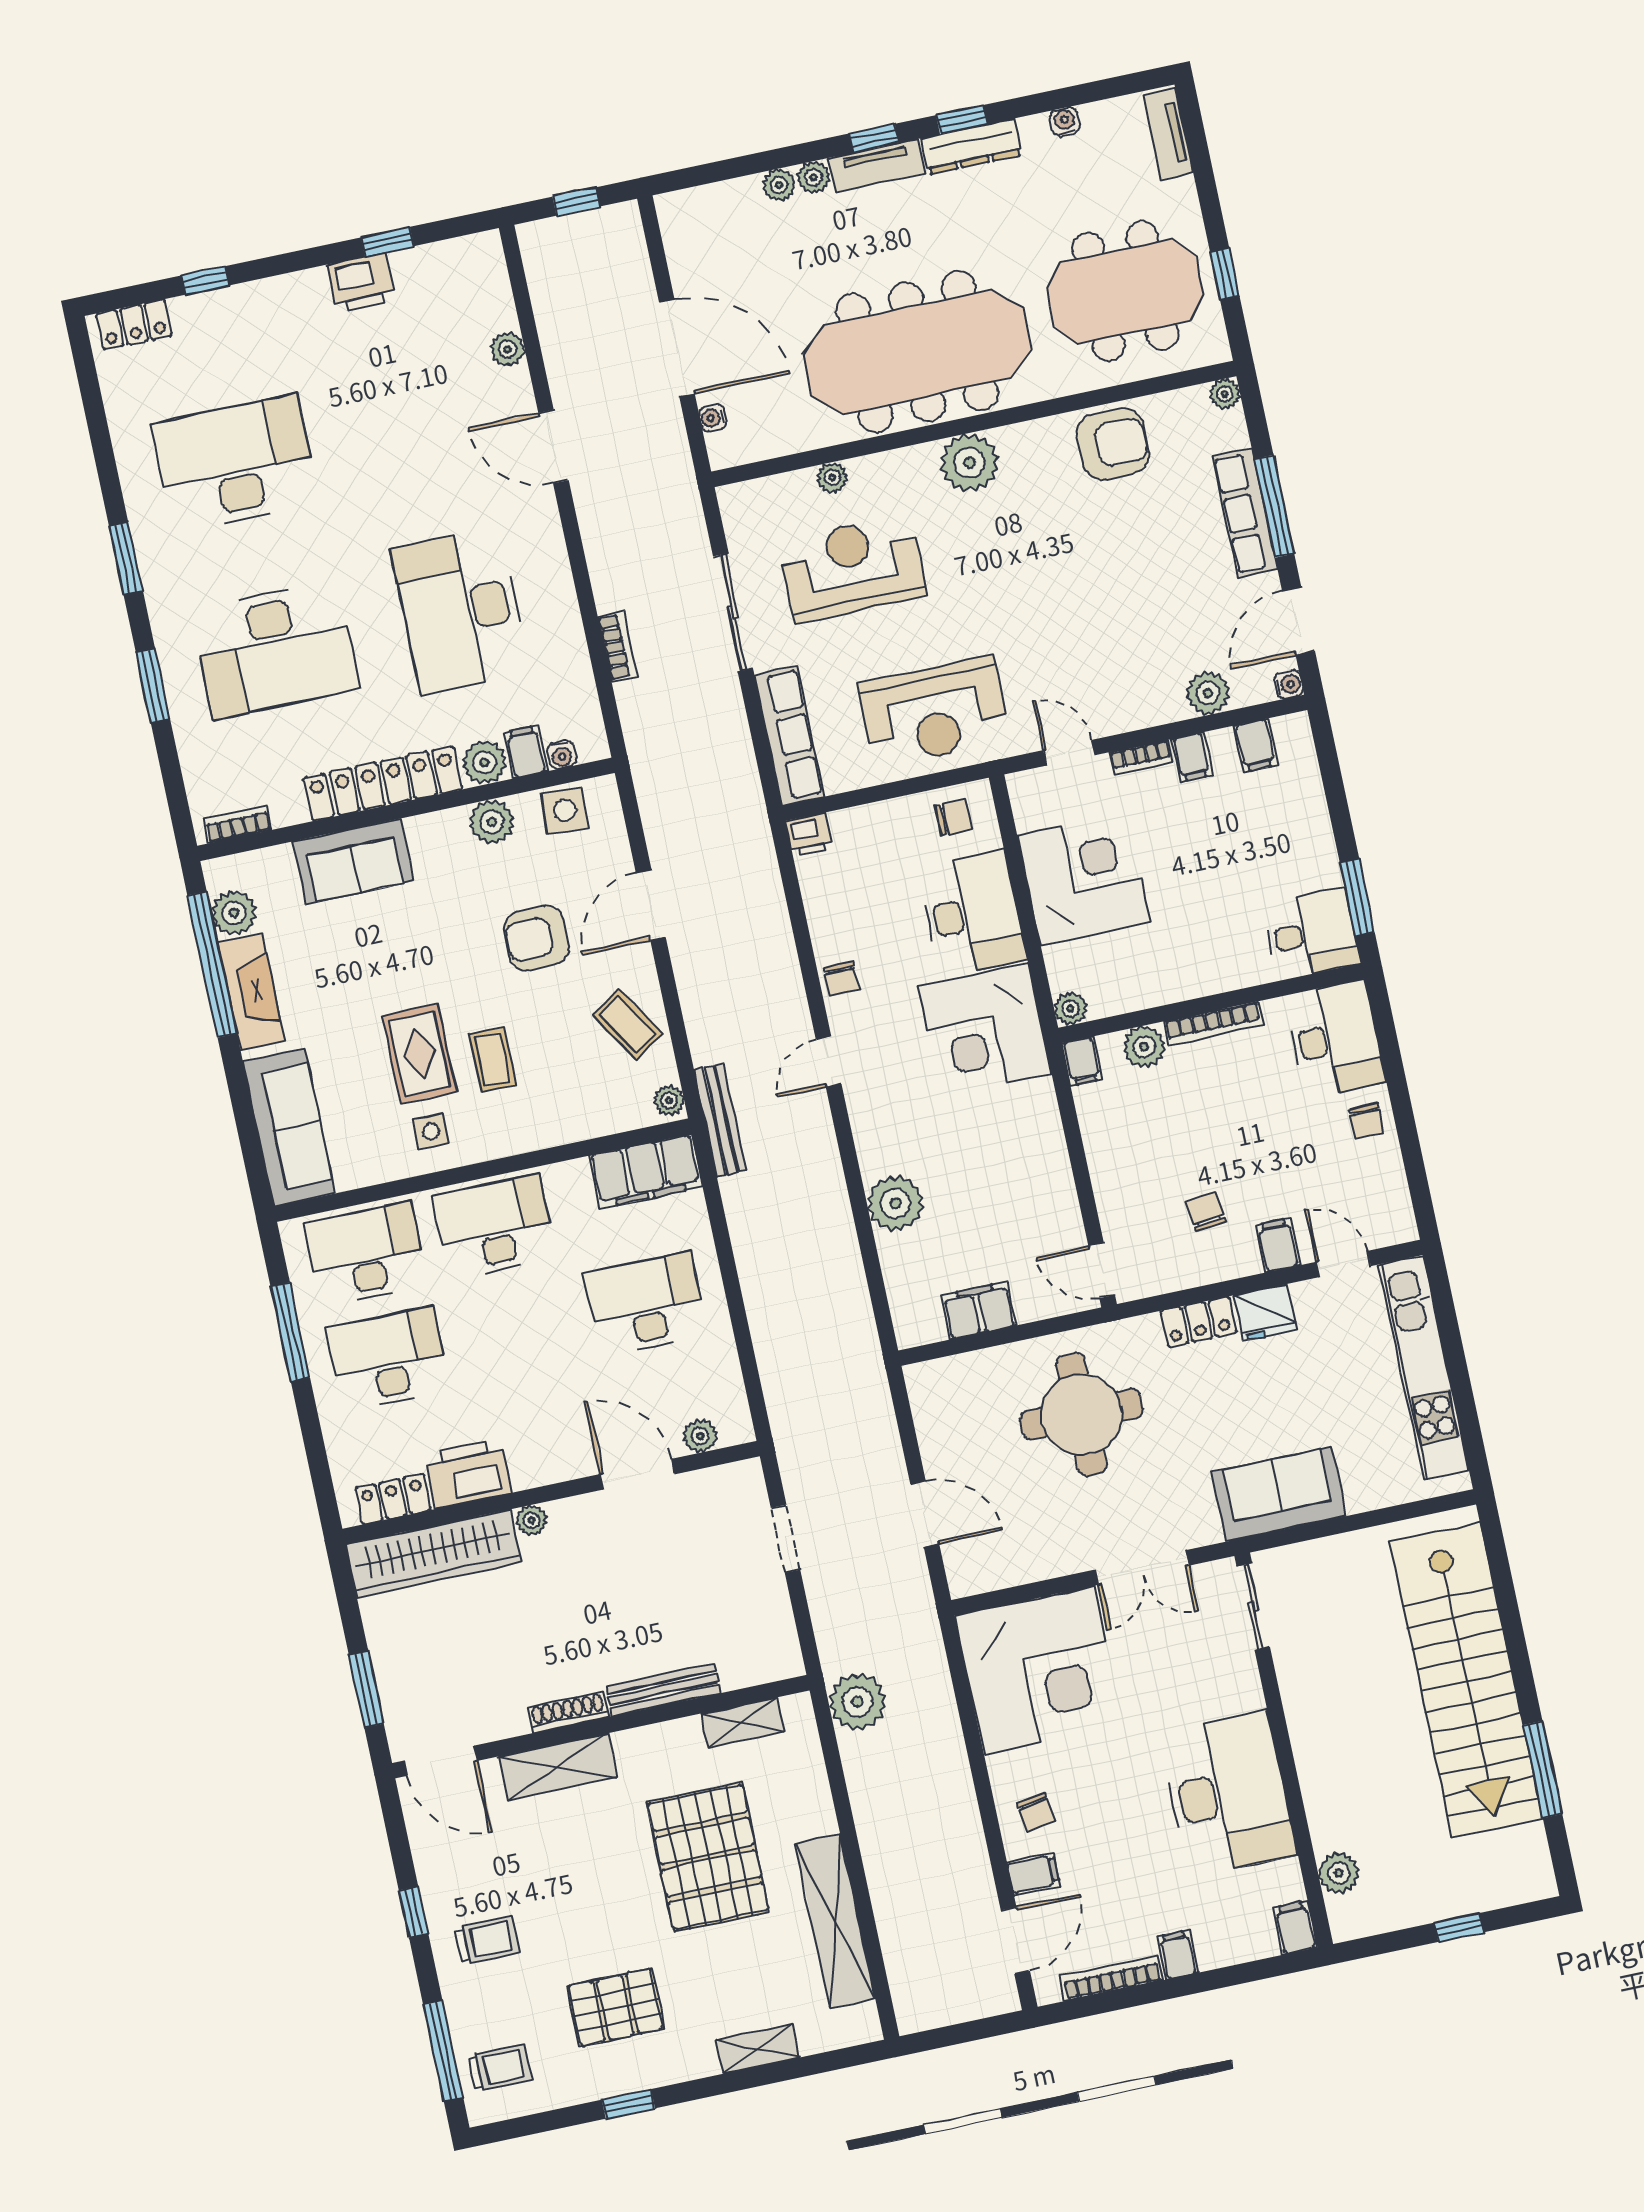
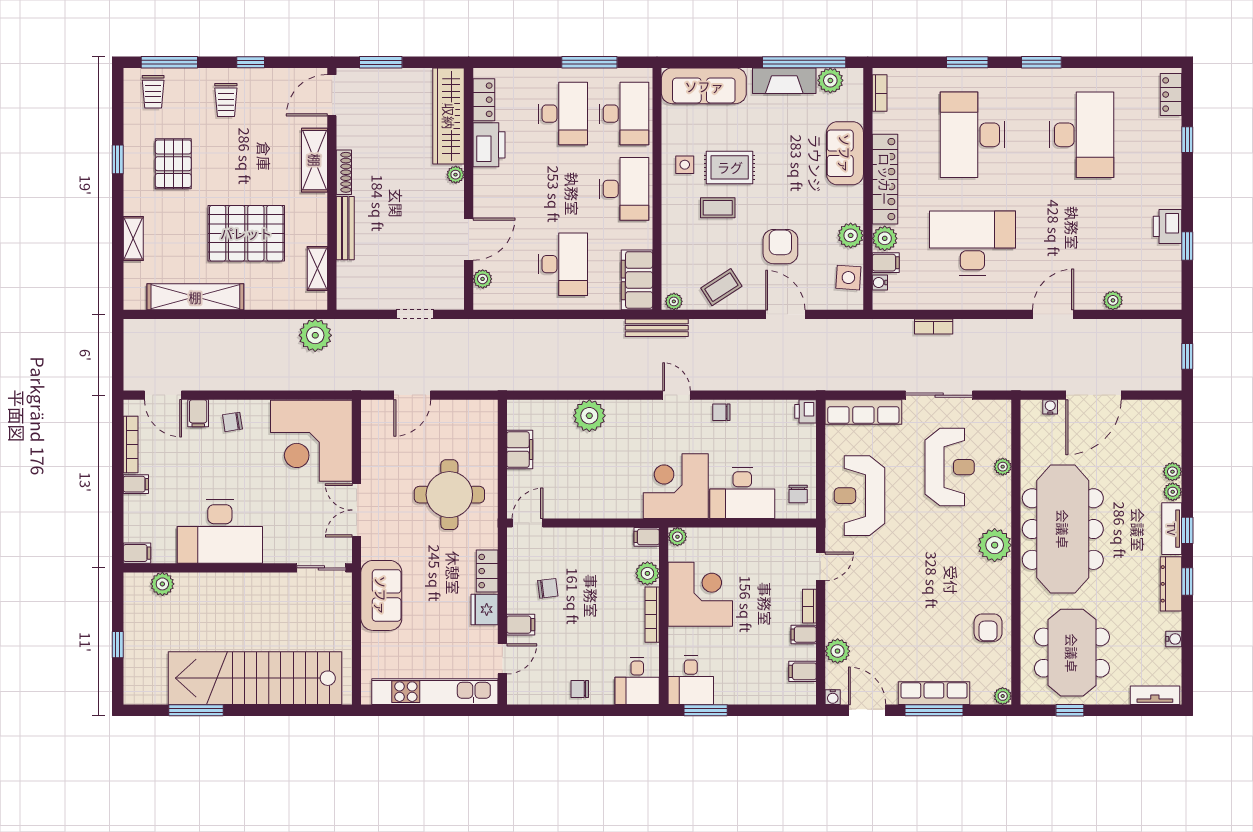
armchair: (1113, 444) -> (988, 628), width x0.72, depth x0.72
corner desk: (1084, 879) -> (700, 594), moved, turned -90
desk: (1335, 1039) -> (637, 681), width x0.73

